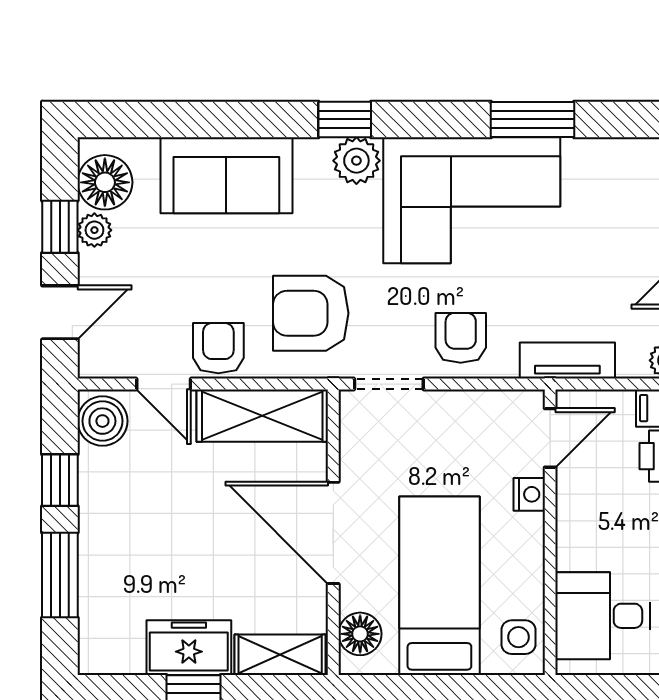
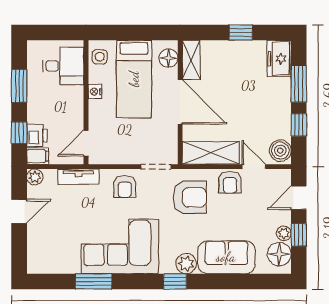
plant: (356, 161) -> (186, 264), moved
nightstand: (529, 494) -> (95, 92), moved
freezer: (189, 648) -> (279, 59), moved, turned 90
shelving: (280, 655) -> (191, 60), moved, turned 90

